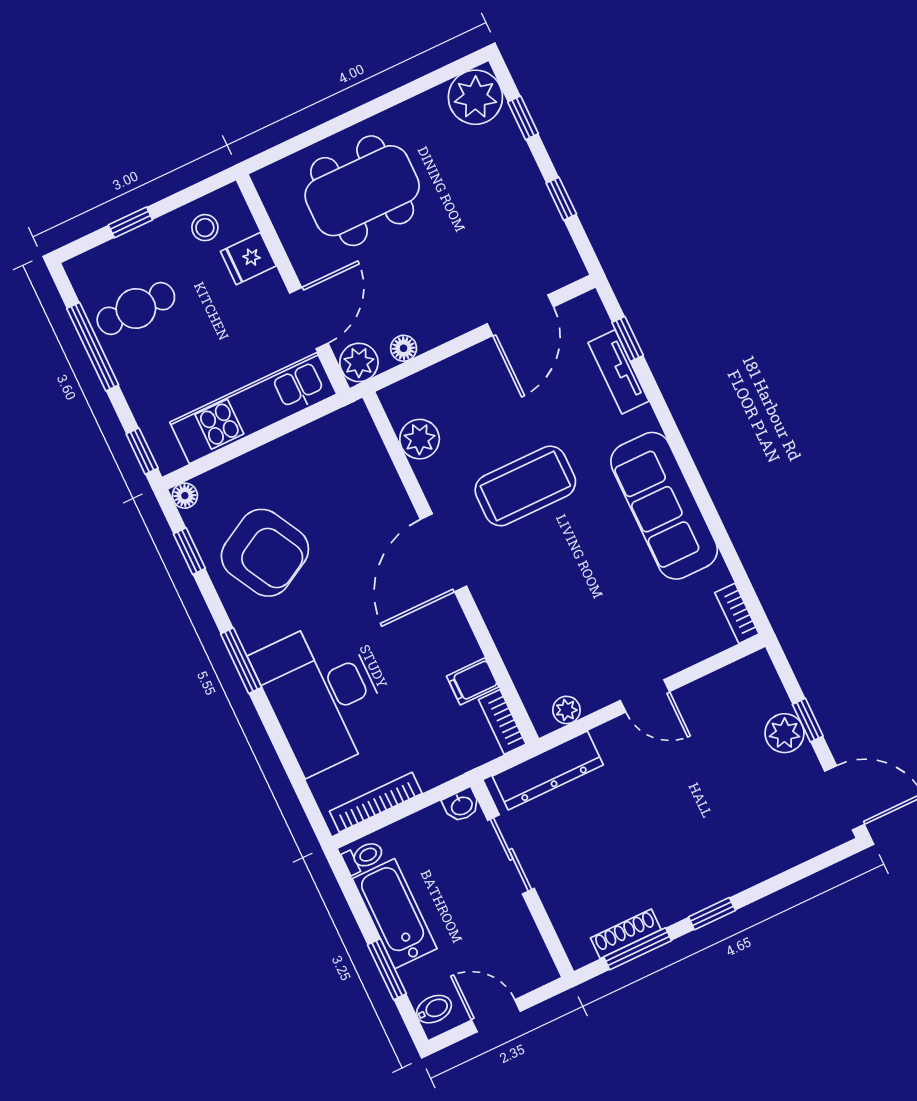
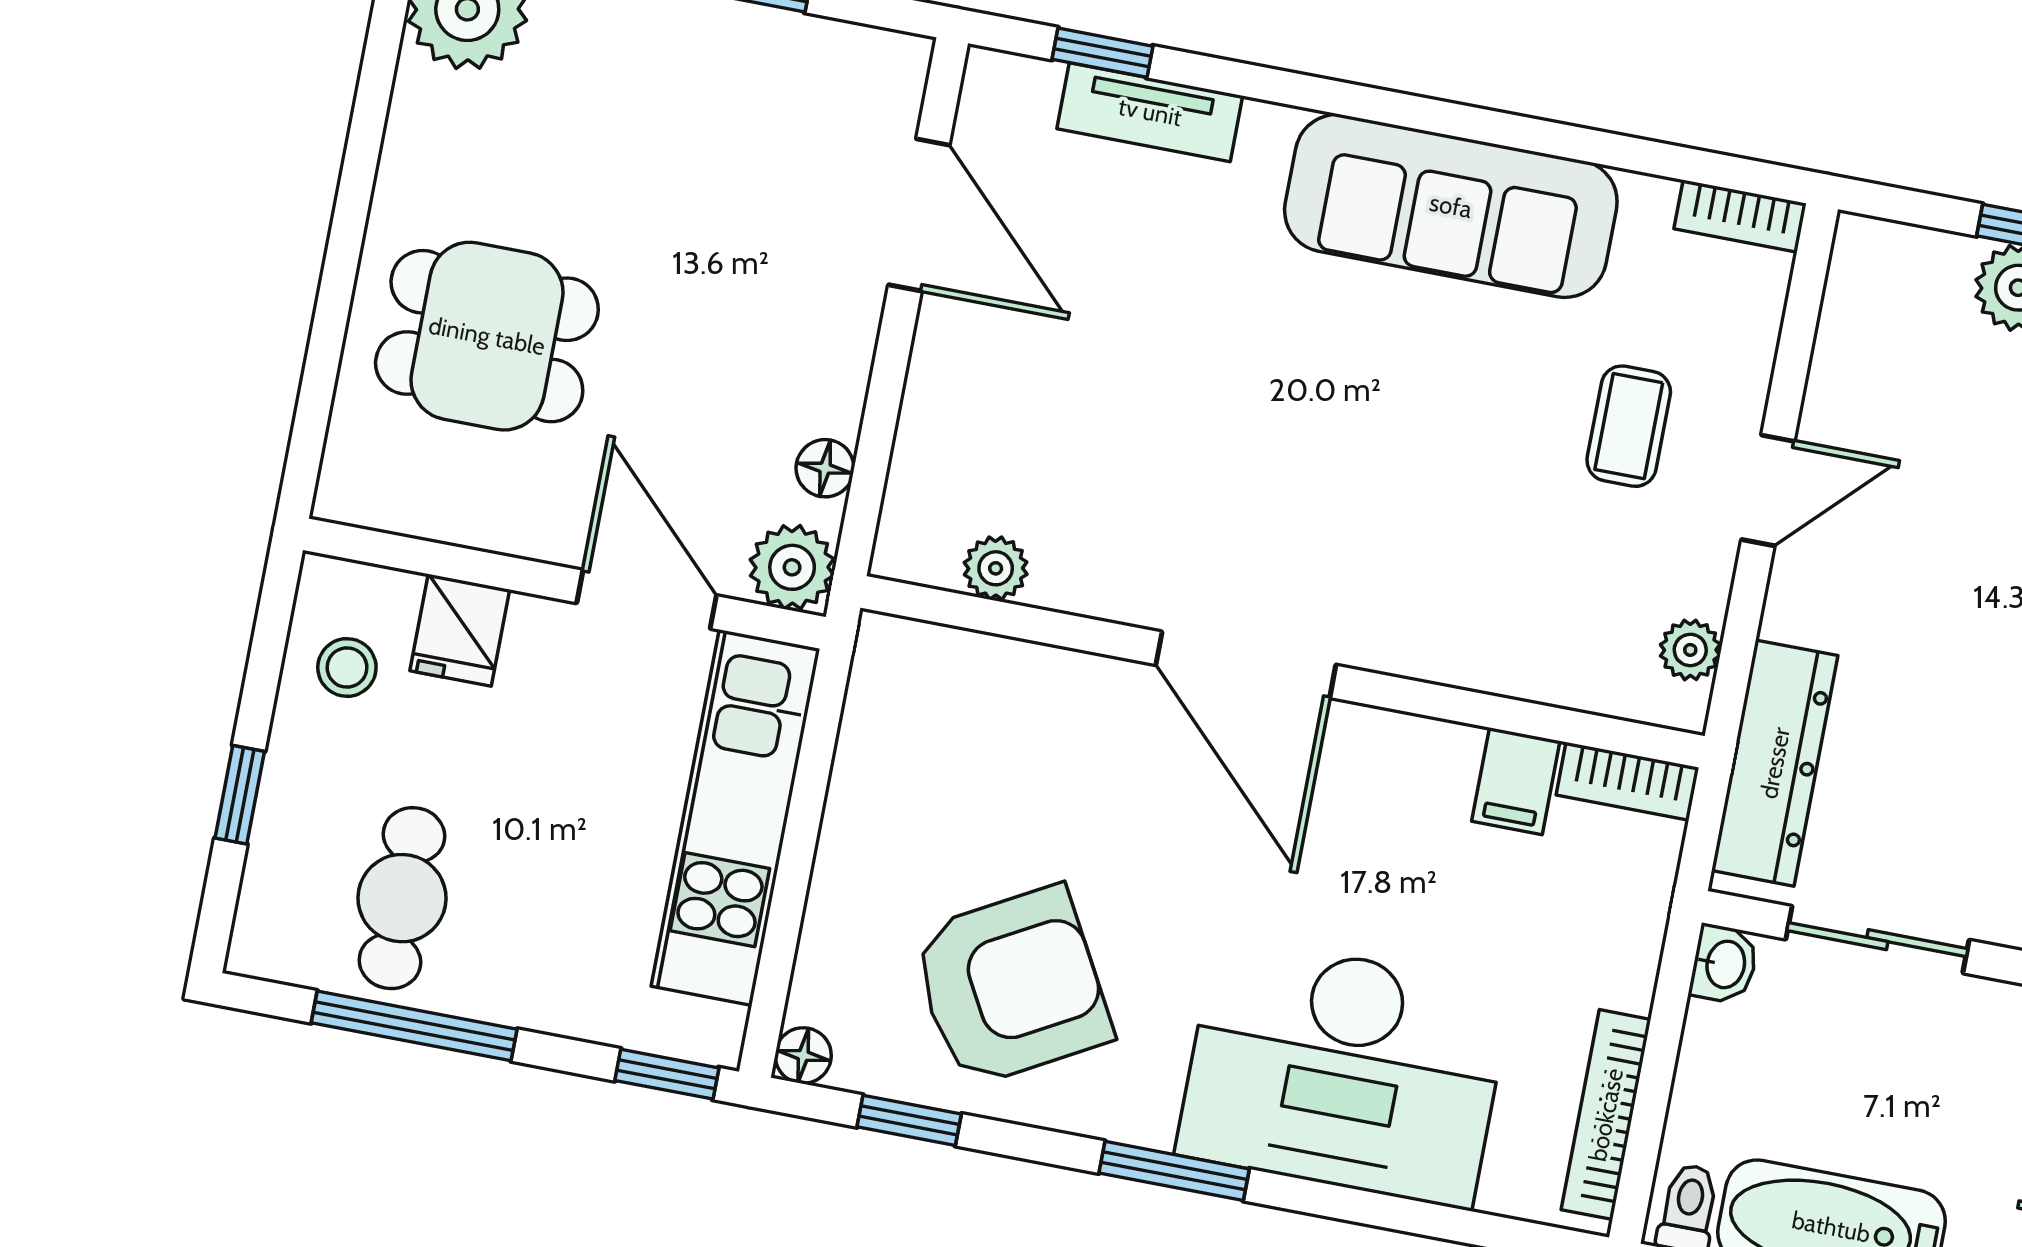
dining table: (362, 191) -> (487, 336), width x0.73
plant: (420, 439) -> (996, 568), width x0.73, depth x0.73
coffee table: (525, 486) -> (1629, 426), moved, width x0.54, depth x0.58

